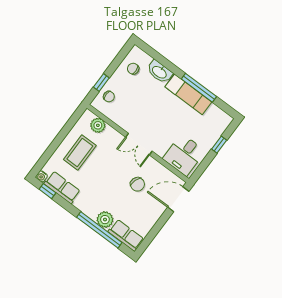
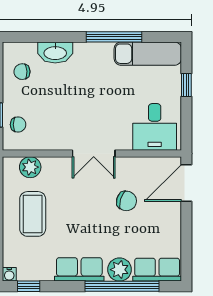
exam couch: (188, 94) -> (148, 54), moved
row of seats: (62, 187) -> (79, 269), moved

